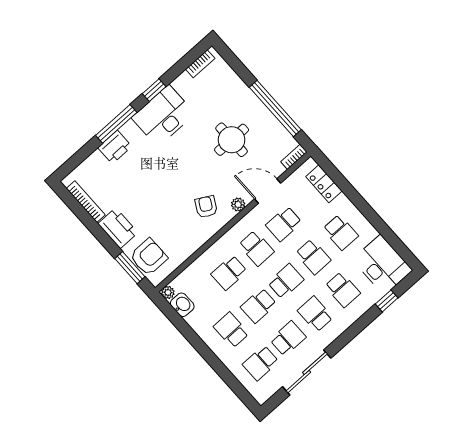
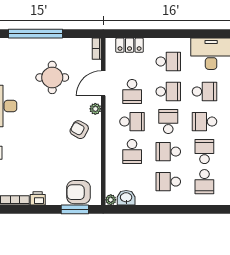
window: (275, 108) -> (36, 34), moved
printer: (118, 228) -> (38, 198), width x0.53, depth x0.68
armchair: (149, 257) -> (78, 192), turned -90
school desk: (258, 306) -> (168, 152), turned 90

